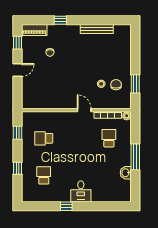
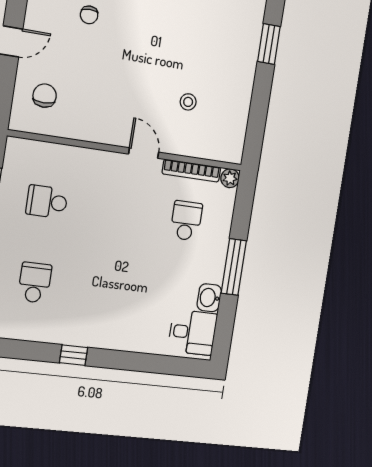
window: (135, 84) -> (269, 44), moved
chair: (116, 85) -> (45, 96), moved
desk: (81, 191) -> (193, 332), moved, turned -90

